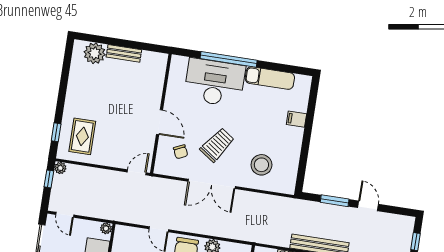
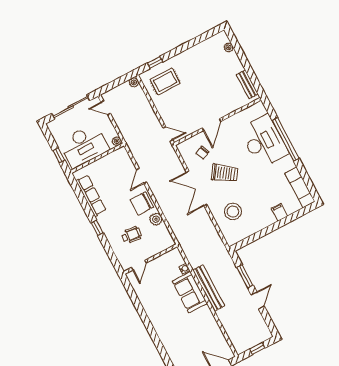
plant: (95, 53) -> (229, 47), width x0.53, depth x0.53
bench: (124, 53) -> (247, 84), moved
exam couch: (270, 78) -> (300, 188), moved
window: (49, 179) -> (121, 80), removed
door: (65, 215) -> (106, 108), hinge flipped

